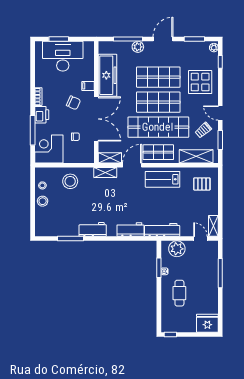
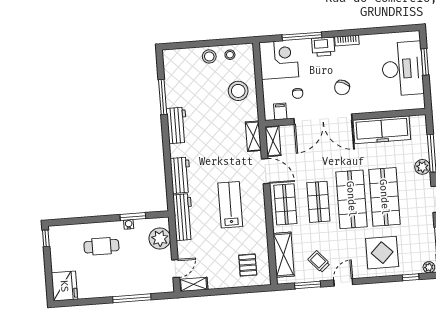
filing cabinet: (88, 86) -> (280, 111), moved
shop shelf: (158, 127) -> (318, 202), width x0.50, depth x0.74
lab bench: (163, 179) -> (230, 205), moved

